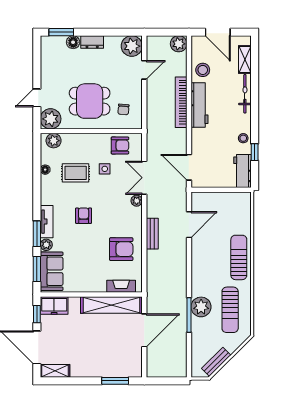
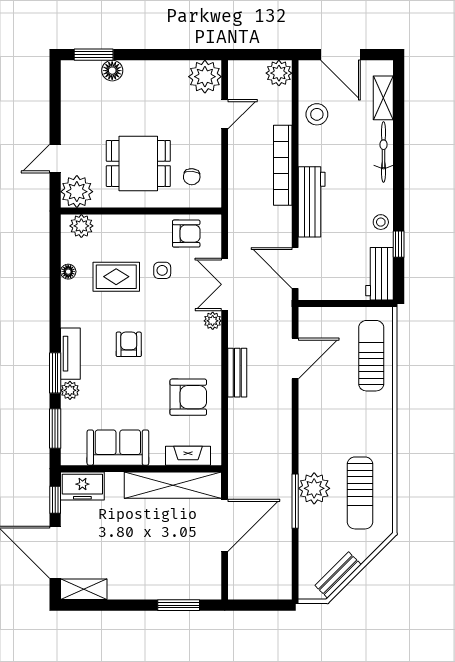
dresser: (92, 42) -> (142, 70), removed
workbench: (199, 105) -> (312, 202), moved
sun lounger: (239, 257) -> (371, 356), moved
sofa: (52, 271) -> (118, 448), moved, turned -90

